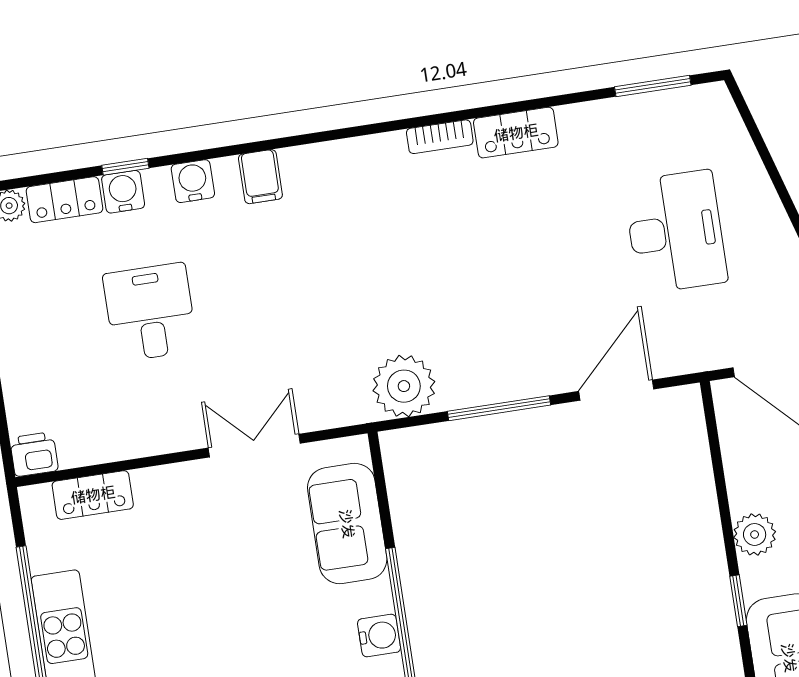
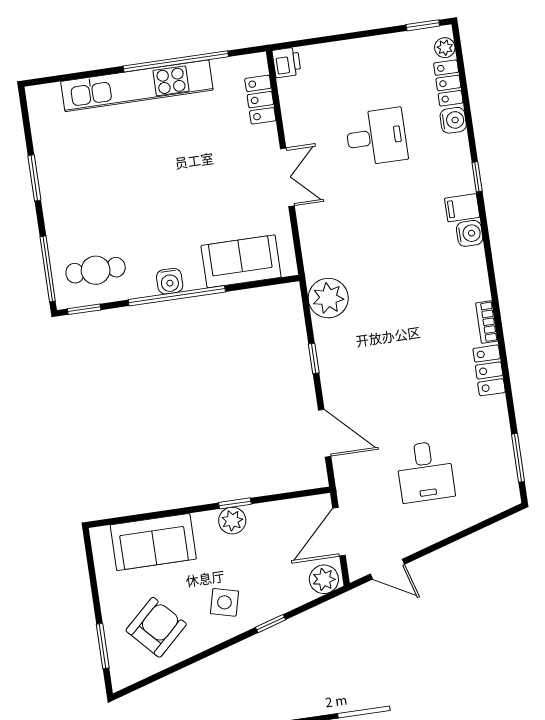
window: (125, 167) -> (477, 177), moved
water cooler: (193, 181) -> (470, 233), moved
desk: (675, 232) -> (425, 472), width x0.73
window: (499, 408) -> (314, 358), width x0.46
double door: (254, 446) -> (287, 177), moved
window: (738, 601) -> (235, 503), moved

